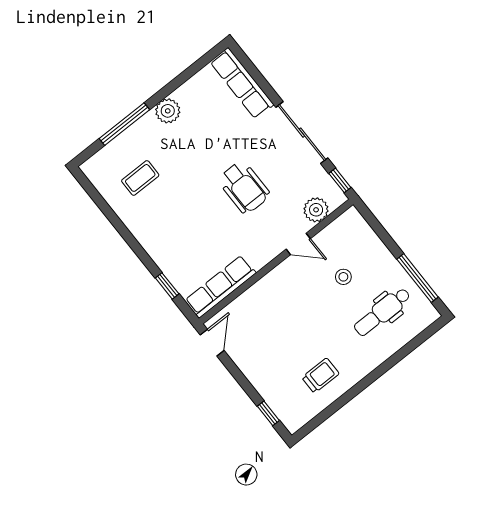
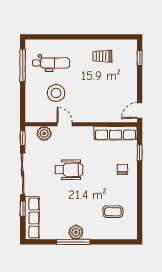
window: (264, 86) -> (23, 209), added
window: (124, 124) -> (73, 242), moved
wheelchair: (244, 187) -> (69, 170), turned 90
chair: (172, 245) -> (122, 169), added
stool: (343, 277) -> (56, 93), width x1.89, depth x1.89

